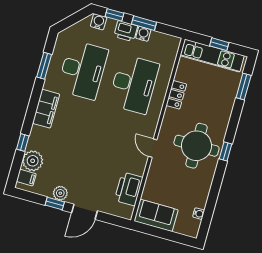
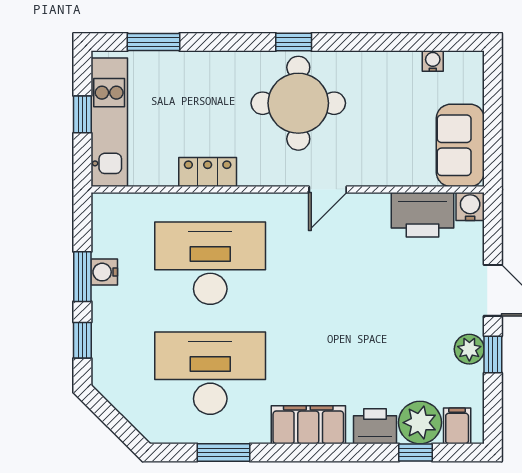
water cooler: (99, 22) -> (470, 206), moved, turned 90
printer: (126, 31) -> (375, 426), moved, turned -90
window: (23, 142) -> (415, 453), moved

